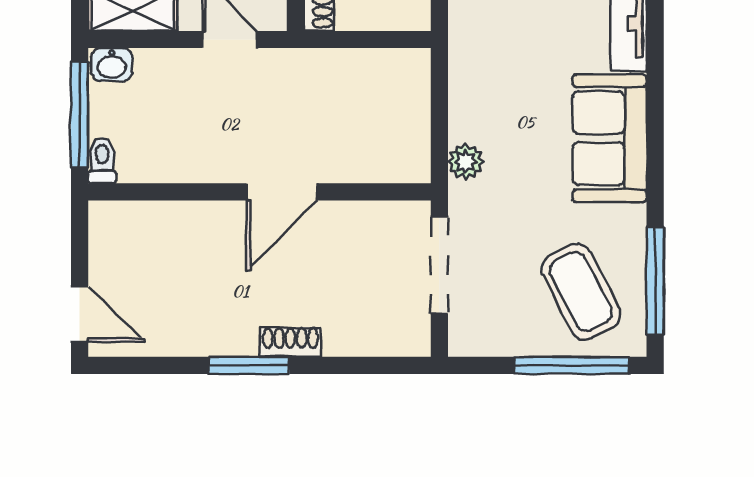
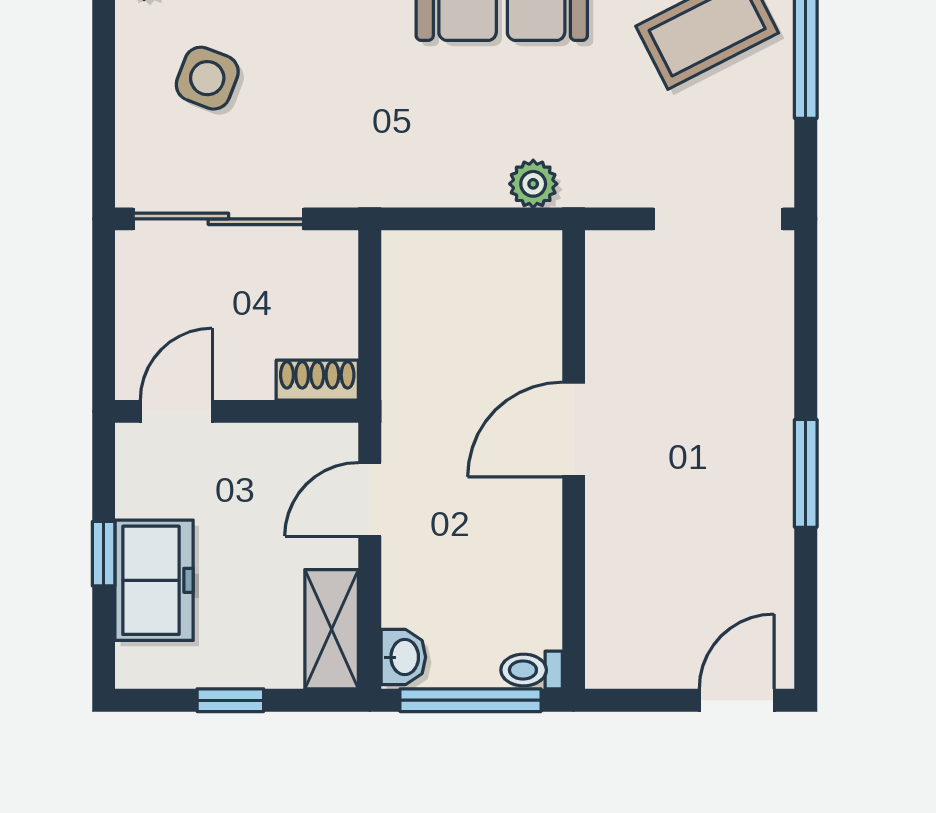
door: (282, 192) -> (574, 430), swing flipped
doorway: (439, 265) -> (718, 219), moved
shoe rack: (290, 342) -> (775, 418), removed

